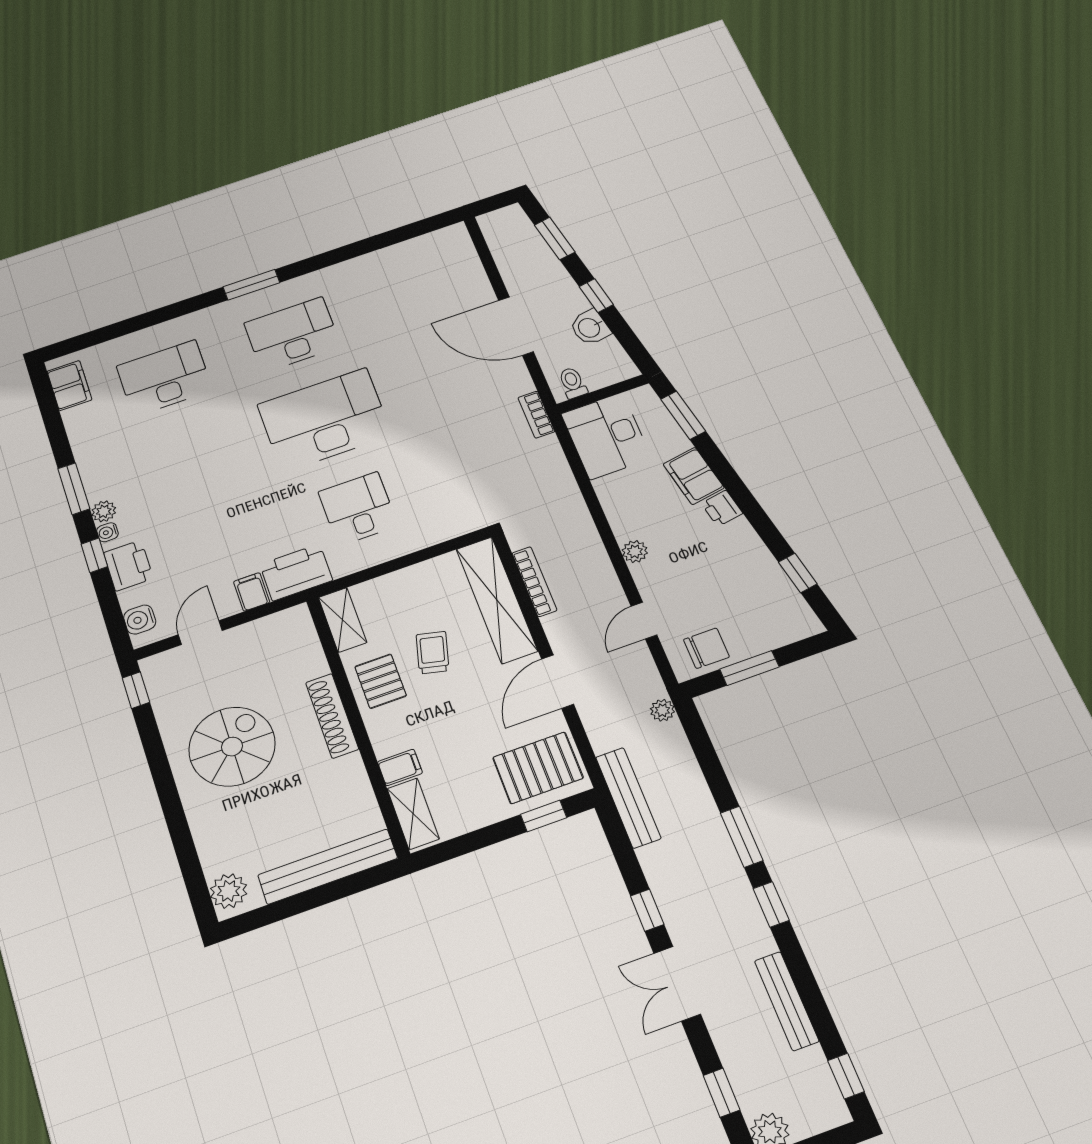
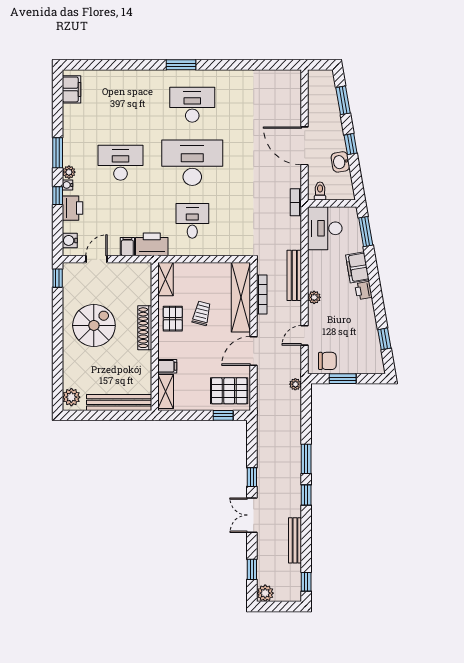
desk: (164, 378) -> (120, 163), moved
bench: (628, 798) -> (294, 275), moved

